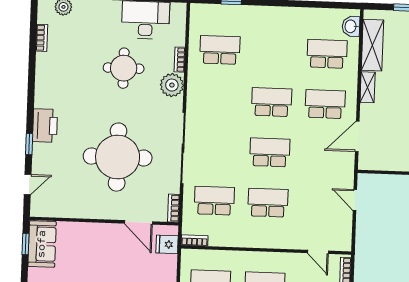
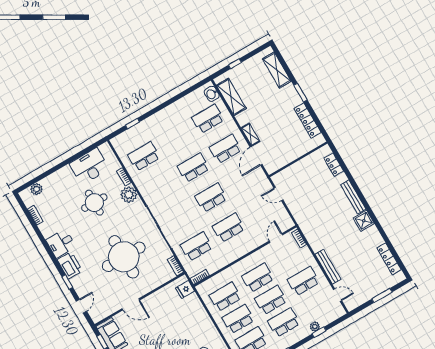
shelving: (368, 87) -> (251, 135), moved
desk: (51, 92) -> (61, 243), added
door: (138, 222) -> (131, 304), moved
door: (318, 252) -> (276, 238), swing flipped

